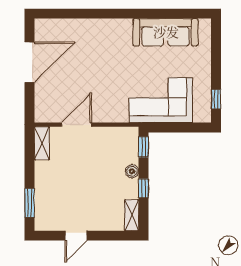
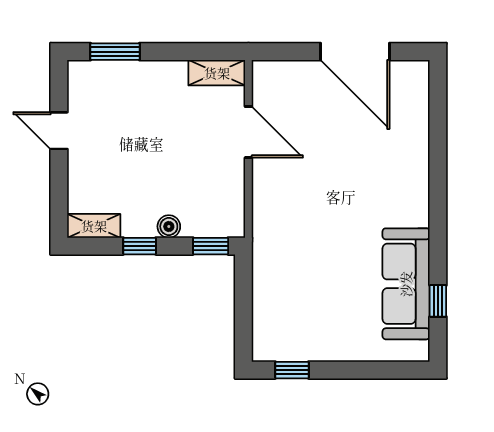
window: (176, 14) -> (438, 301), added
corner sofa: (161, 100) -> (290, 276), removed

